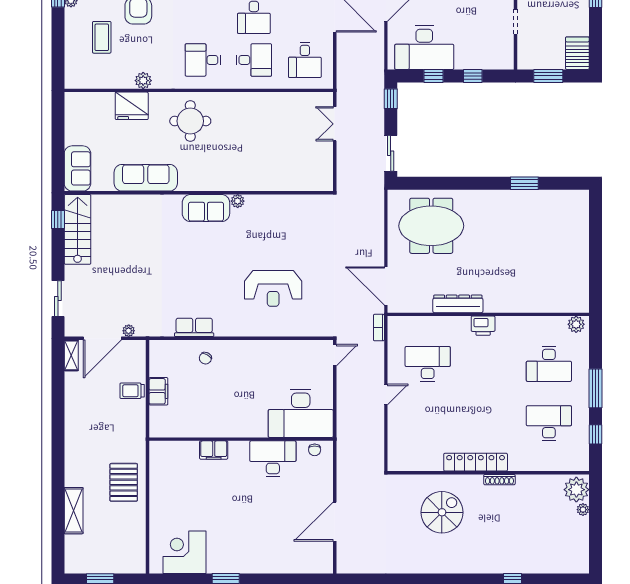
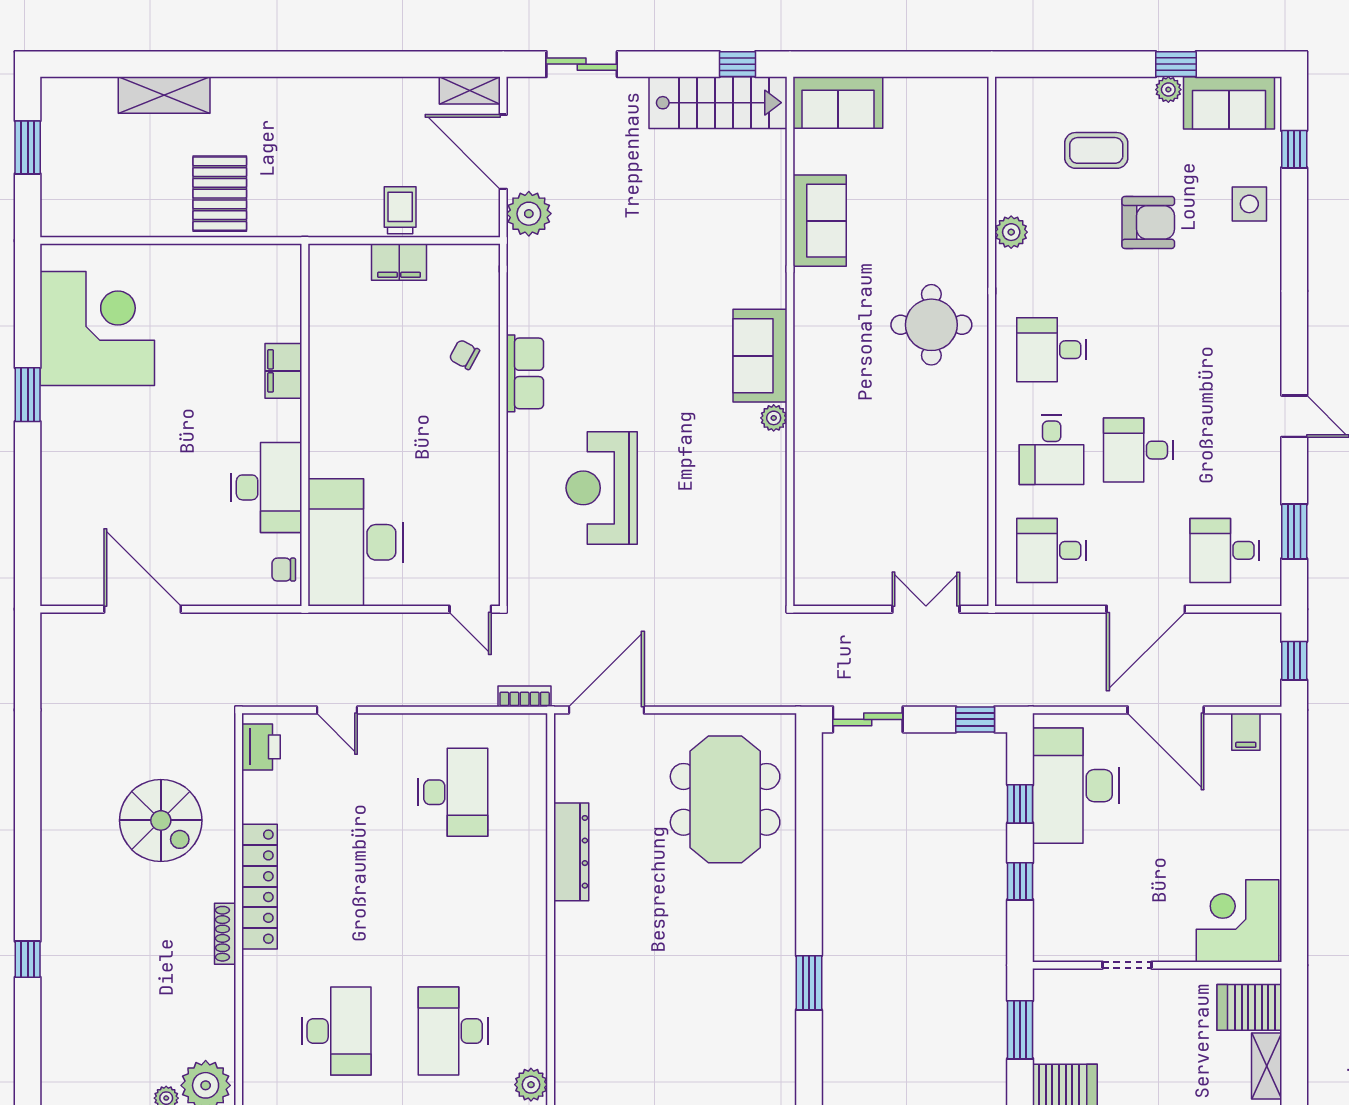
desk: (203, 60) -> (1052, 350), turned -90
fridge: (132, 106) -> (961, 209), removed
sofa: (146, 178) -> (820, 221), width x0.73
printer: (483, 326) -> (261, 747), moved, turned 180
row of seats: (194, 327) -> (525, 373), moved
plant: (129, 331) -> (529, 214), width x1.88, depth x1.88
door: (386, 395) -> (337, 710), moved
pallet: (124, 482) -> (220, 194), turned 90
corner desk: (185, 552) -> (97, 329), width x1.36, depth x1.36

